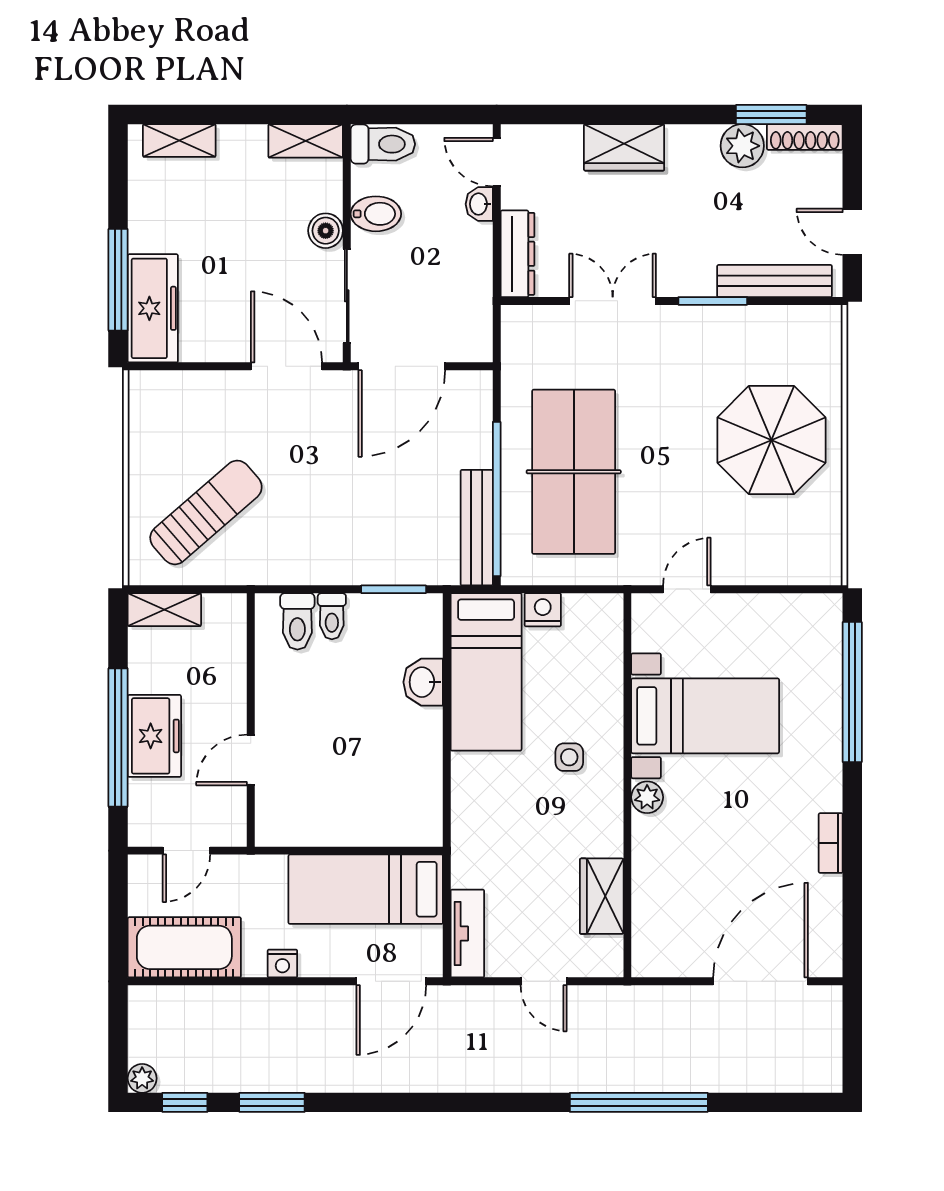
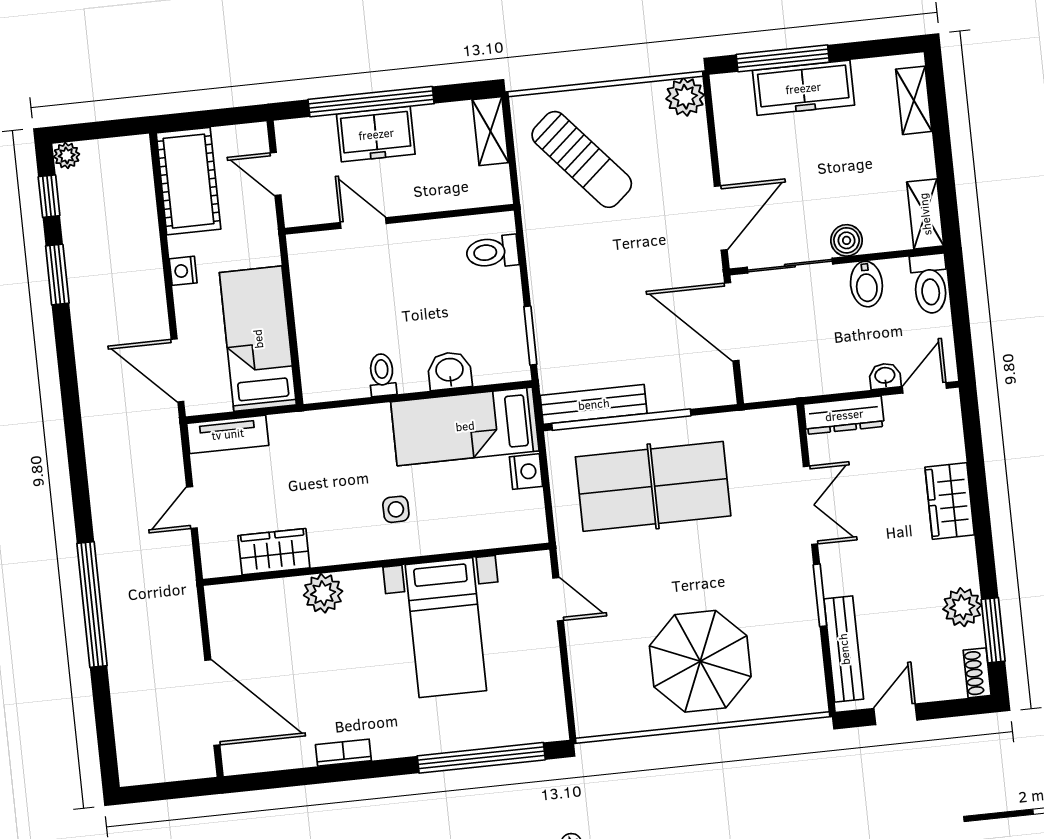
shoe rack: (805, 137) -> (977, 673), width x0.70
freezer: (153, 308) -> (803, 88), moved
plant: (149, 392) -> (685, 97), added
toilet: (332, 616) -> (382, 375), moved, turned 90
plant: (647, 797) -> (323, 593), moved, width x1.38, depth x1.38

